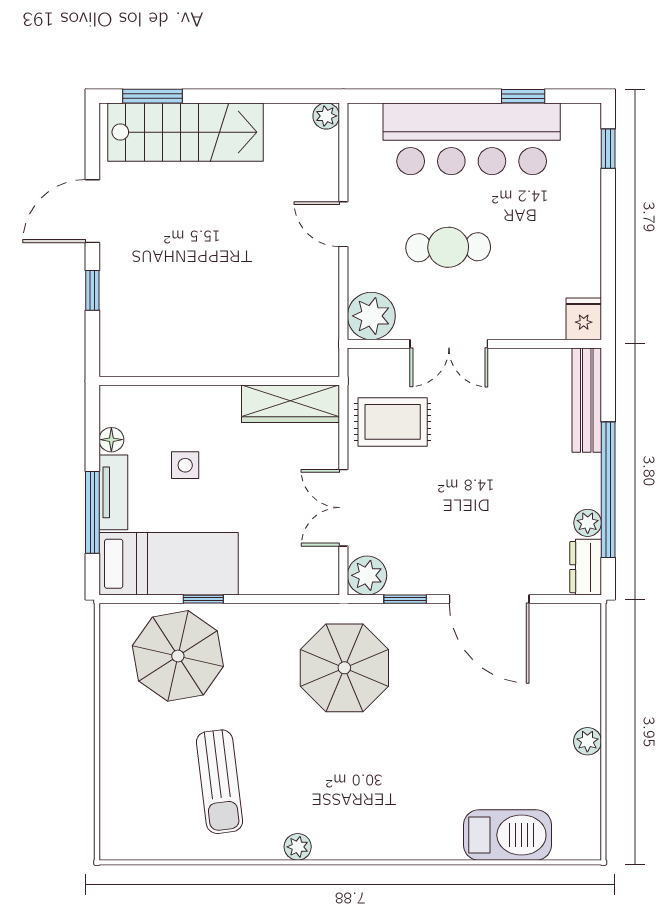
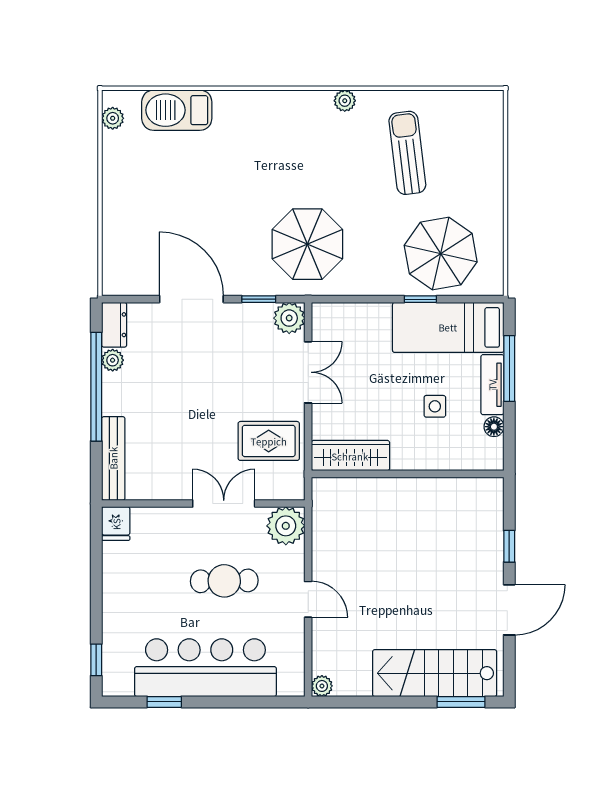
plant: (587, 741) -> (113, 118), moved

